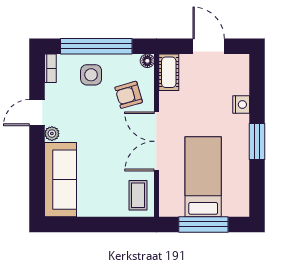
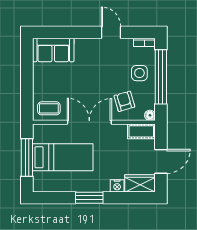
wardrobe: (238, 74) -> (140, 183), added
plant: (52, 134) -> (95, 44), removed
sofa: (60, 180) -> (53, 50), width x0.73

